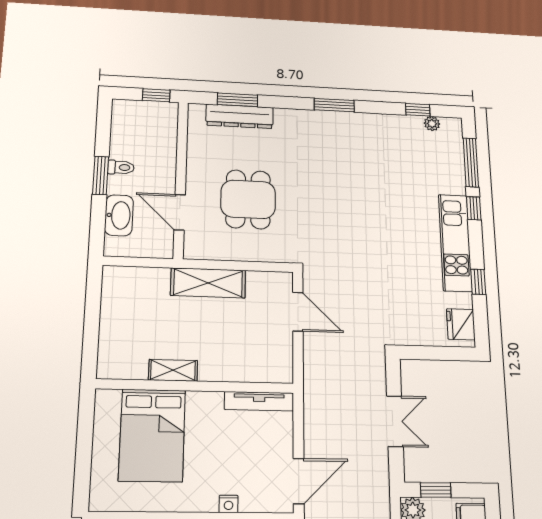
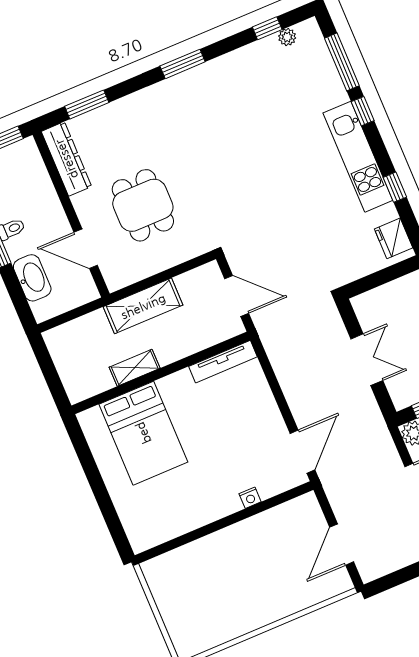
dresser: (240, 116) -> (66, 159), moved, turned -90
shelving: (173, 370) -> (135, 368), moved
wall: (196, 386) -> (161, 373), moved
tv unit: (259, 401) -> (223, 362), moved
bed: (152, 435) -> (143, 433), moved

